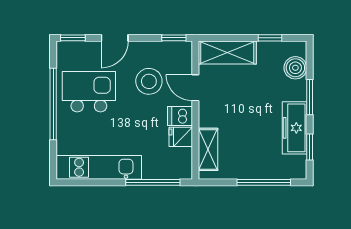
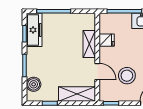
dishwasher: (180, 116) -> (107, 54), removed
freezer: (295, 128) -> (34, 30), moved
shelving: (208, 149) -> (89, 44), moved

